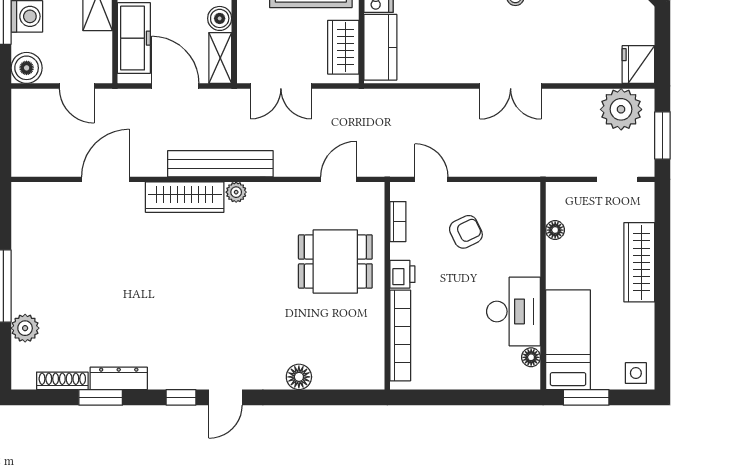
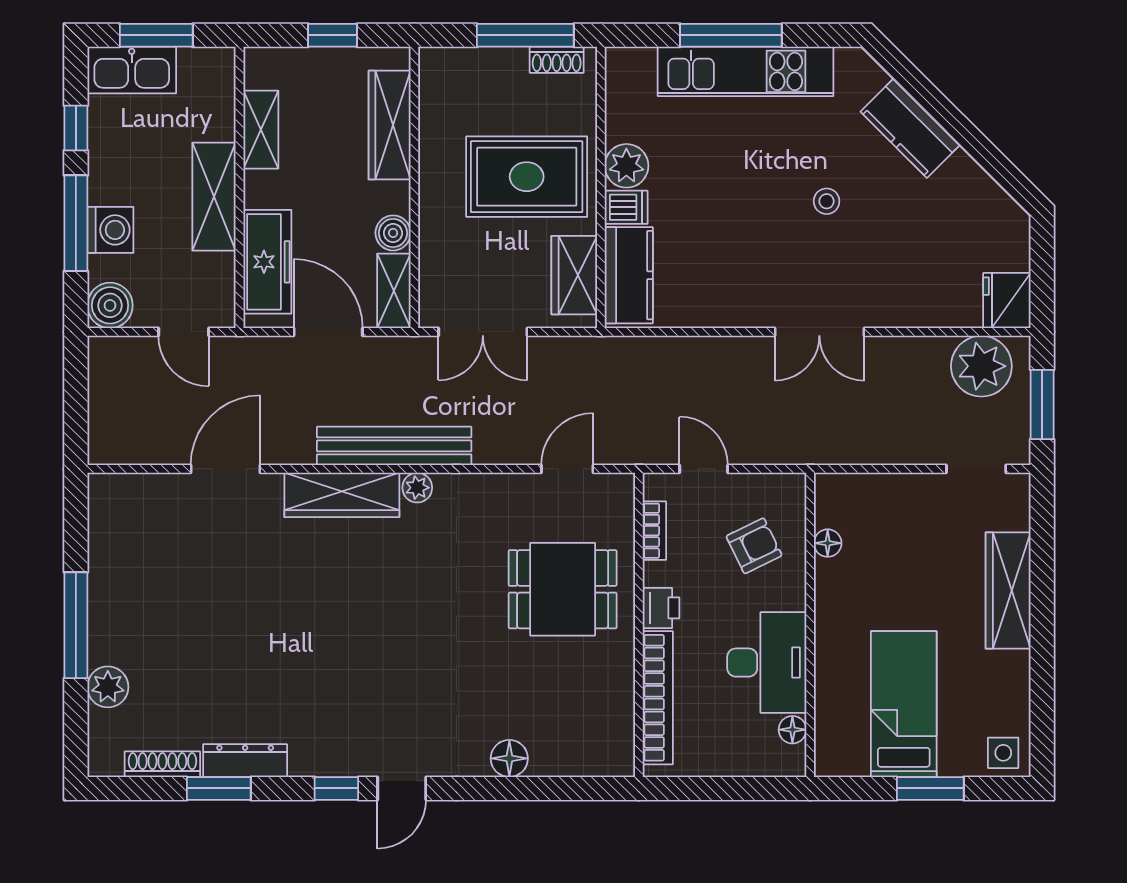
floor lamp: (555, 230) -> (828, 543), moved
wall: (543, 286) -> (810, 625), moved
desk: (513, 311) -> (767, 663), moved
floor lamp: (531, 357) -> (792, 730), moved

